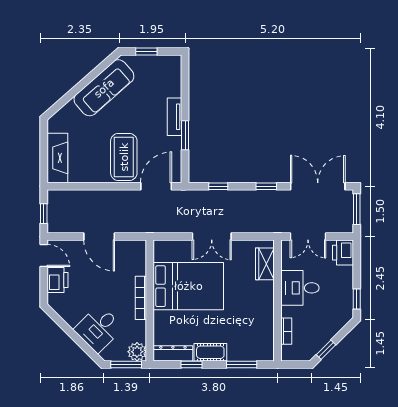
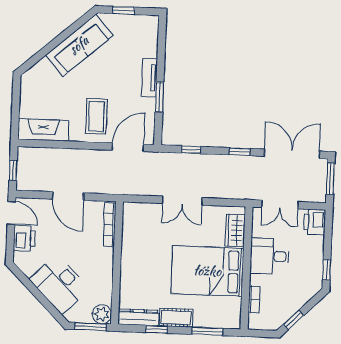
coffee table: (124, 157) -> (96, 116), width x0.73, depth x0.76
fireplace: (57, 158) -> (43, 130), moved, turned -90
bed: (188, 286) -> (207, 271), moved, turned 180
bookcase: (141, 298) -> (109, 225), moved
desk: (99, 329) -> (59, 284), width x1.37

